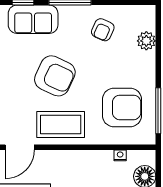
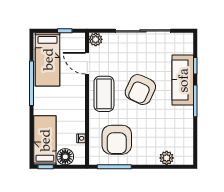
sofa: (33, 19) -> (183, 80), width x1.36
armchair: (103, 30) -> (175, 125), removed

